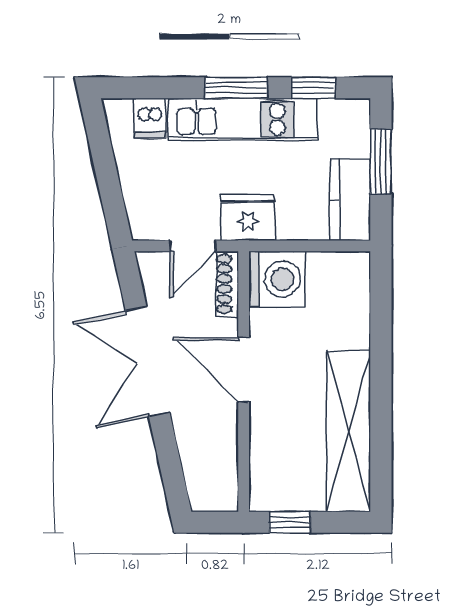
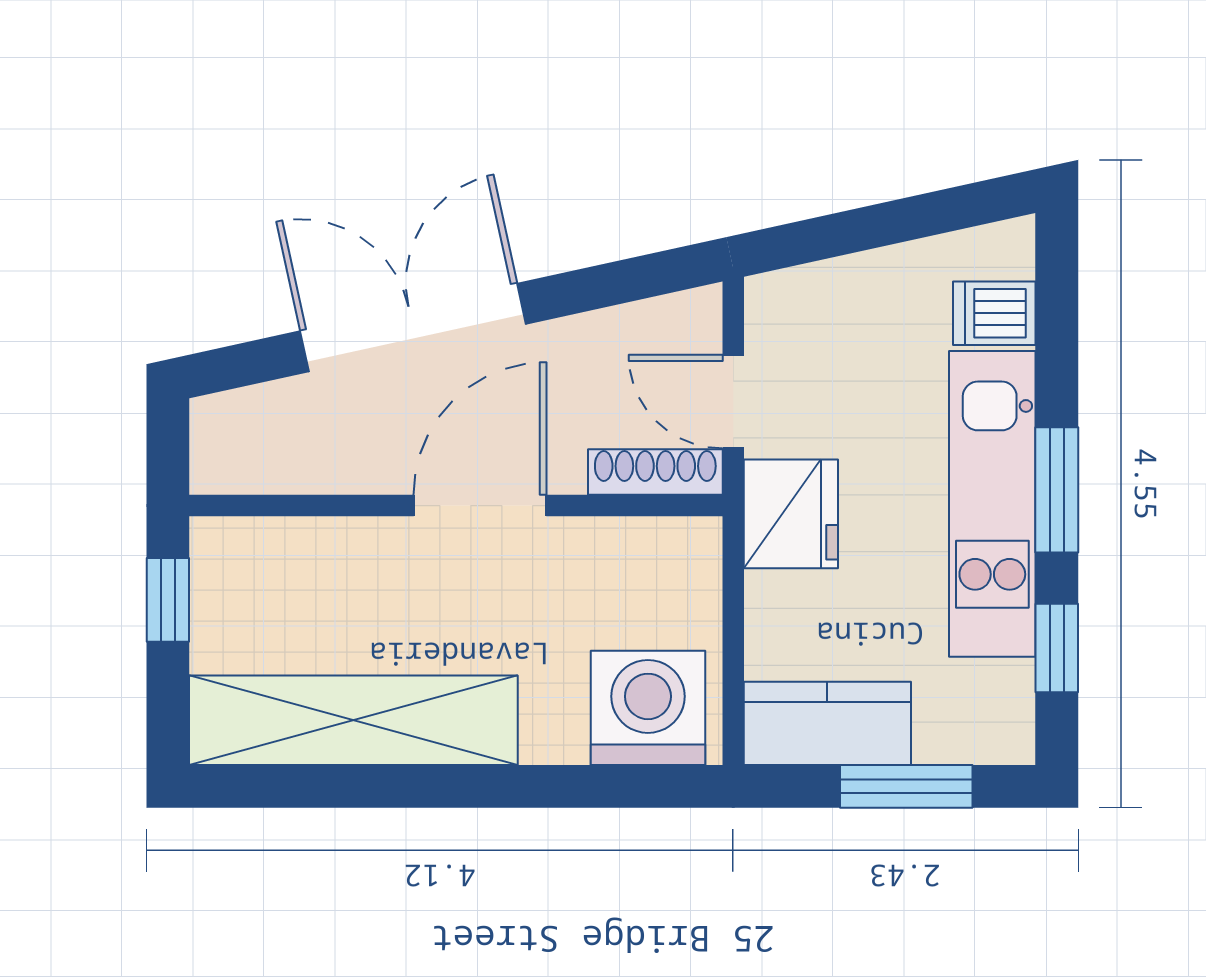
washing machine: (277, 279) -> (648, 708), moved, turned 180
double door: (148, 361) -> (413, 327), moved

